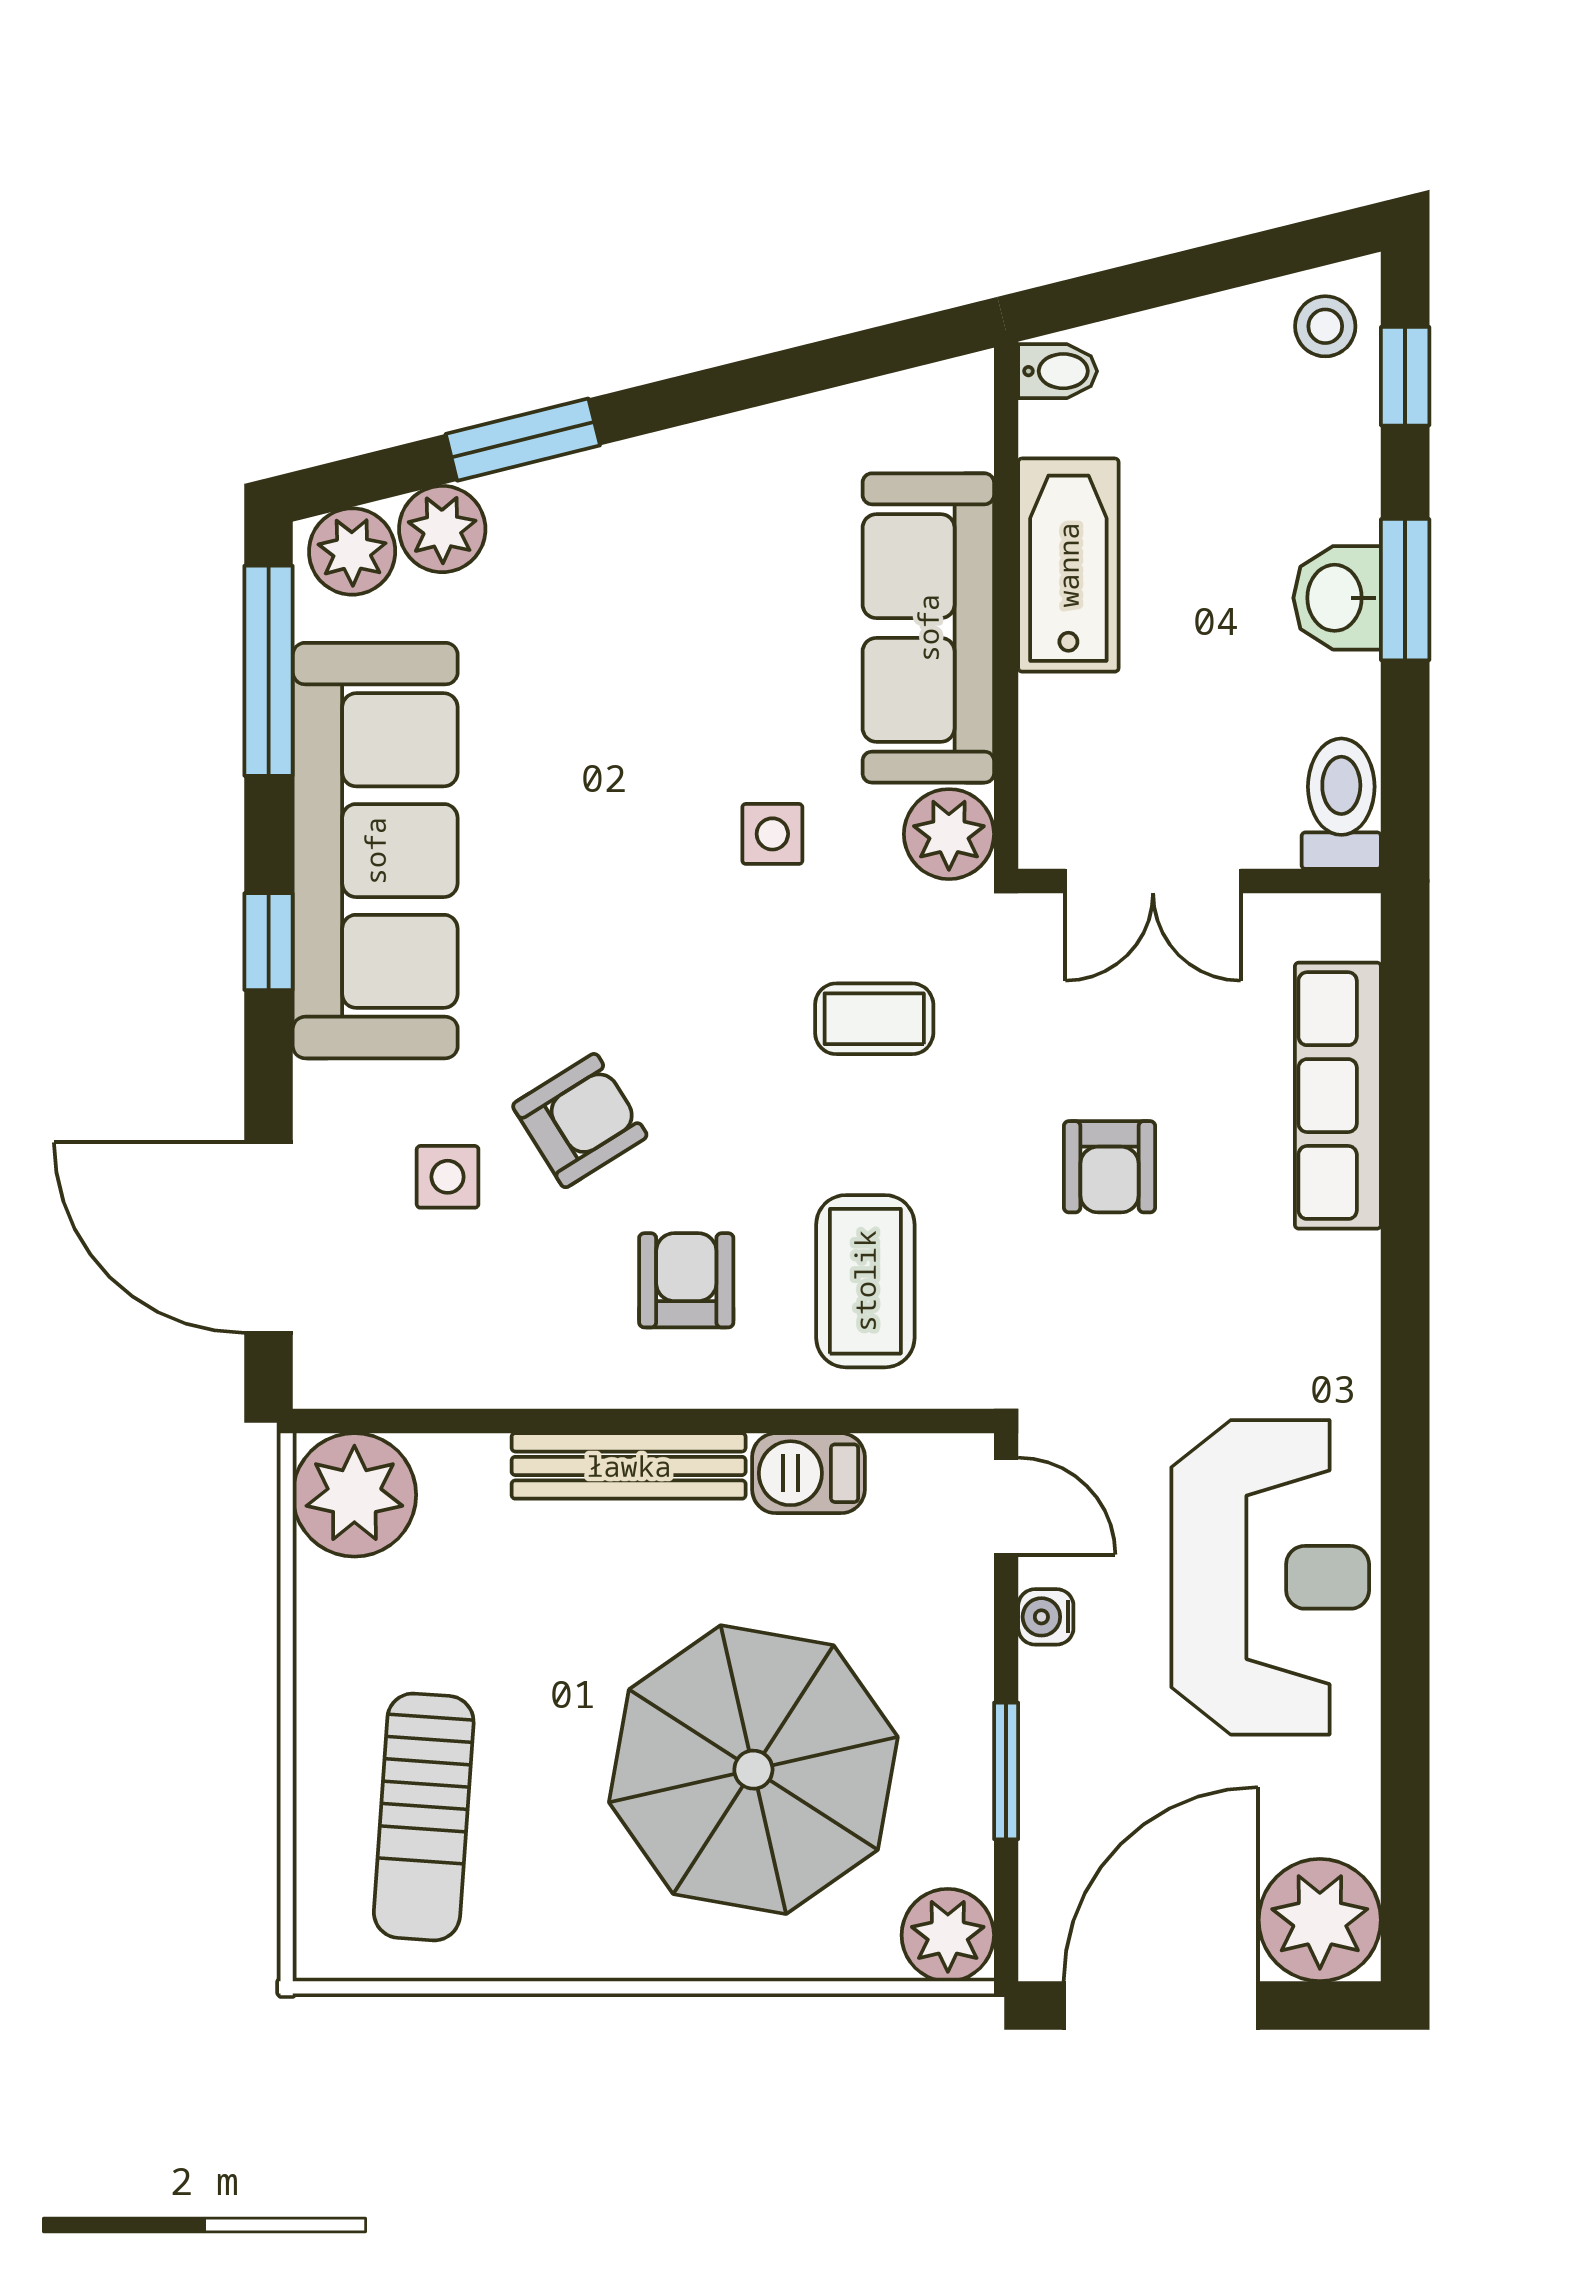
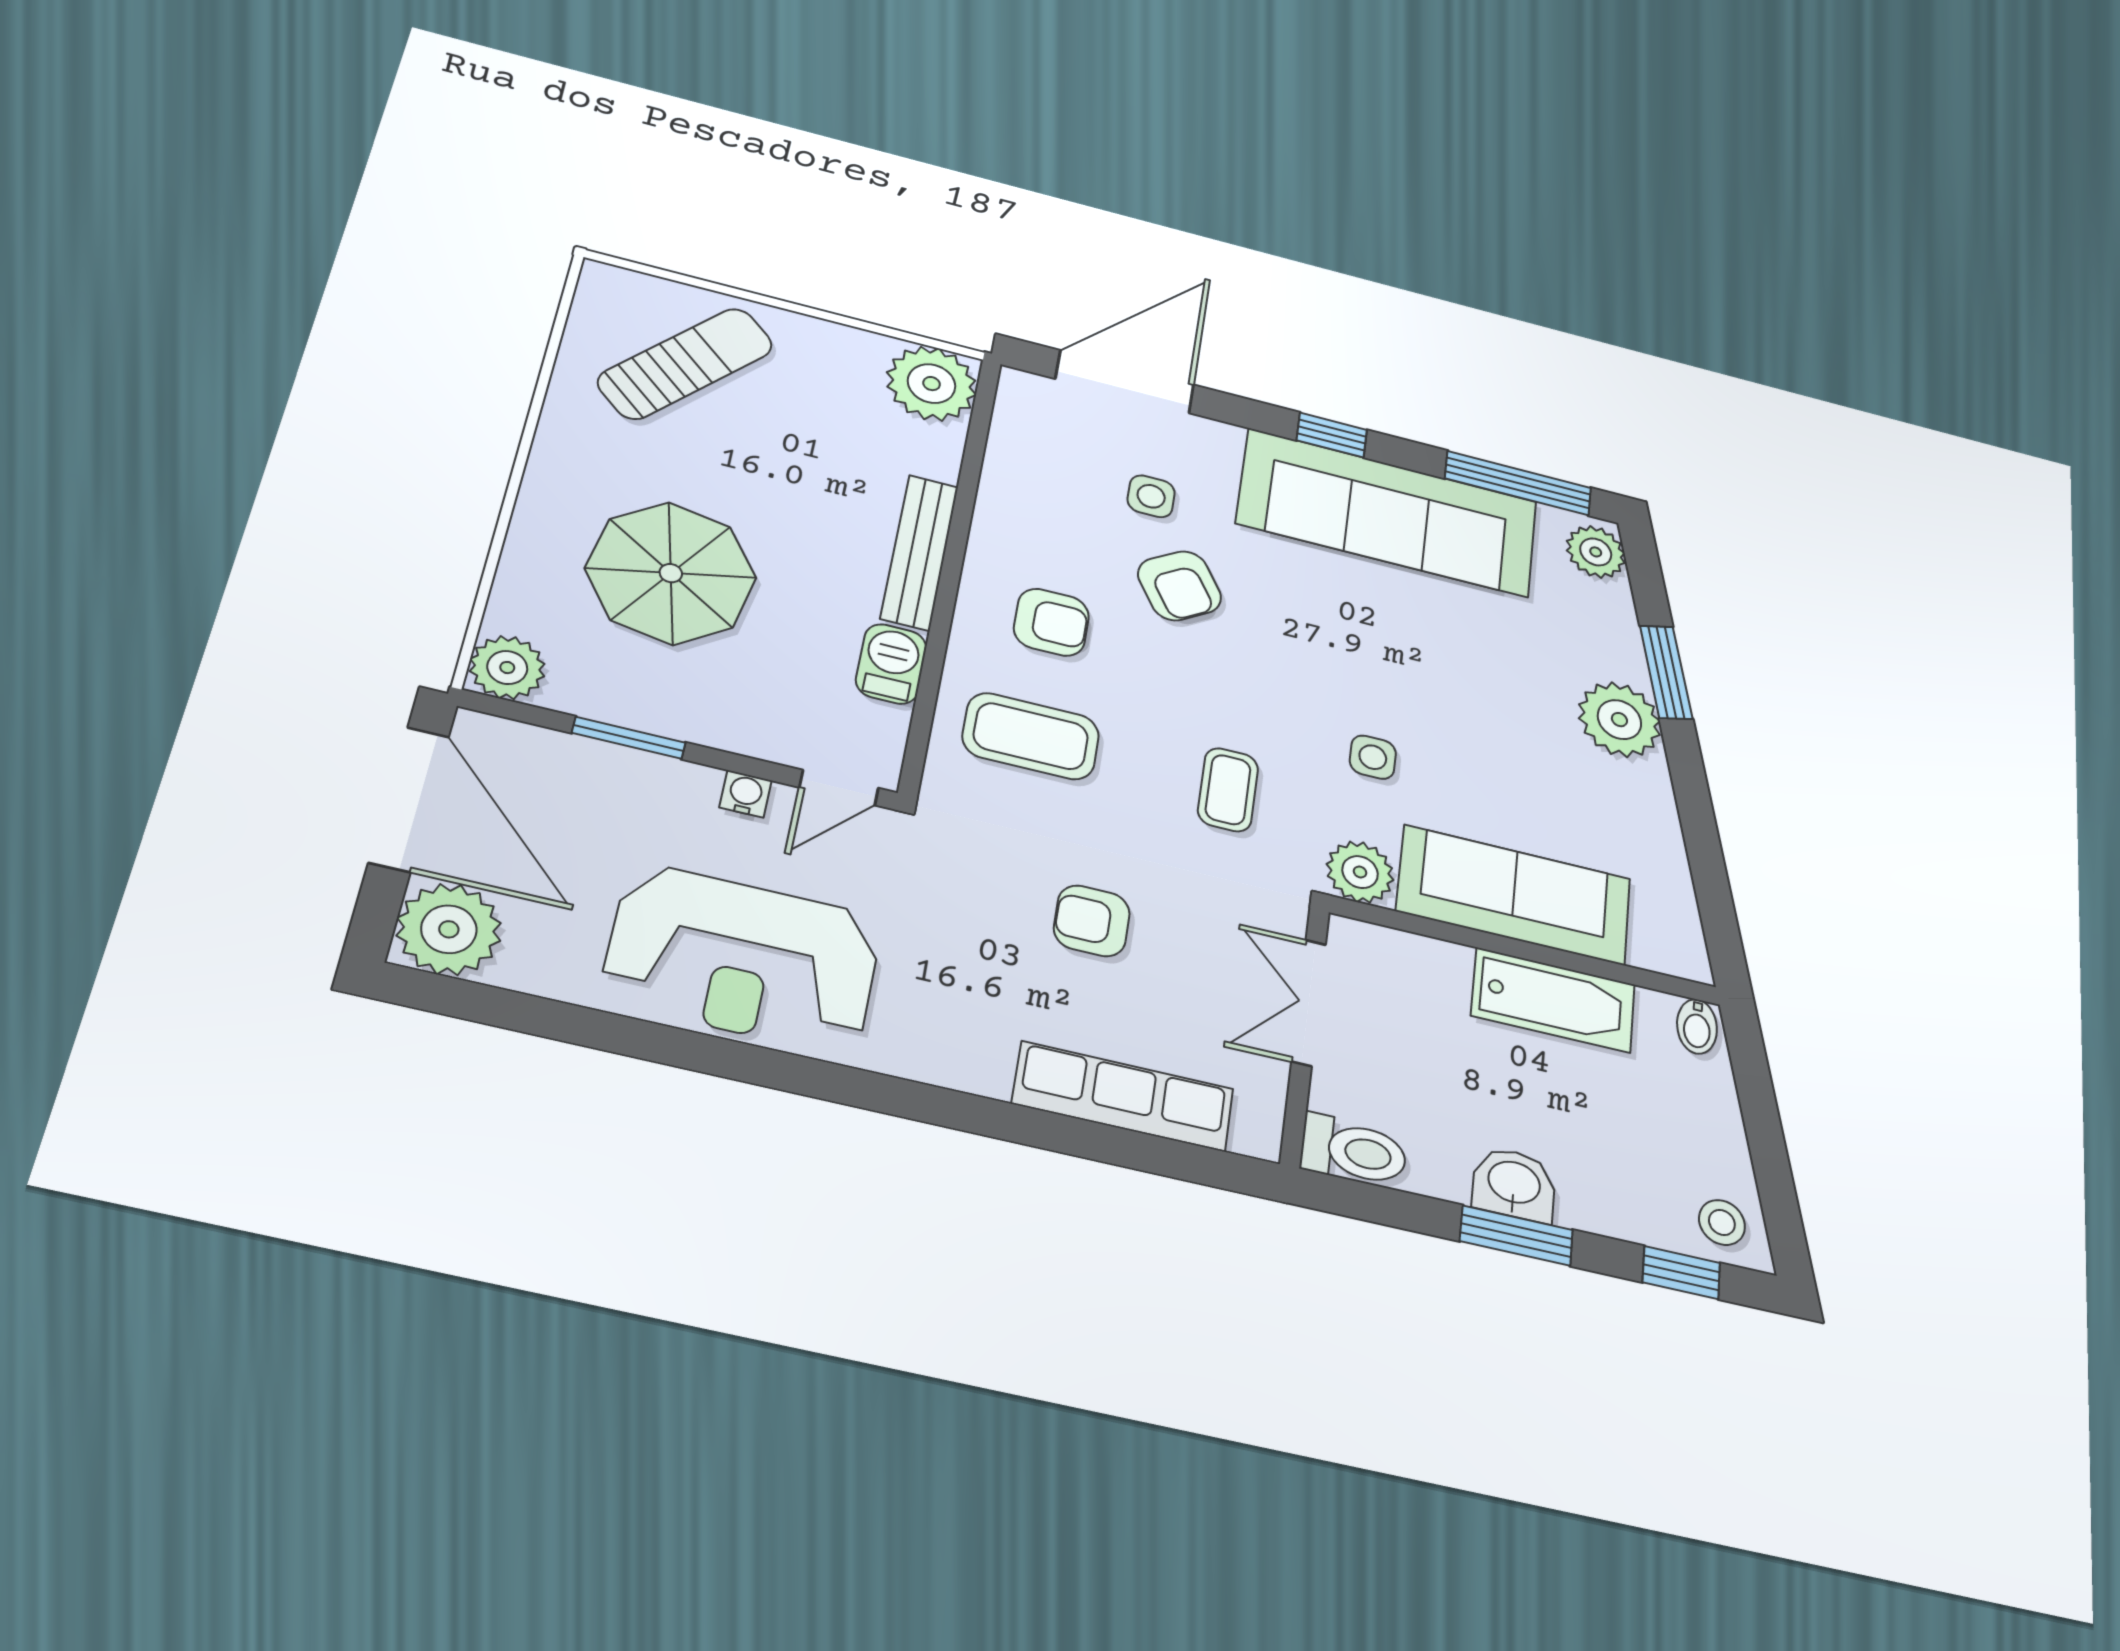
plant: (442, 529) -> (1619, 720), moved, width x1.36, depth x1.36
parasol: (753, 1770) -> (671, 573), width x0.73, depth x0.73
sun lounger: (424, 1817) -> (685, 364), turned 128

